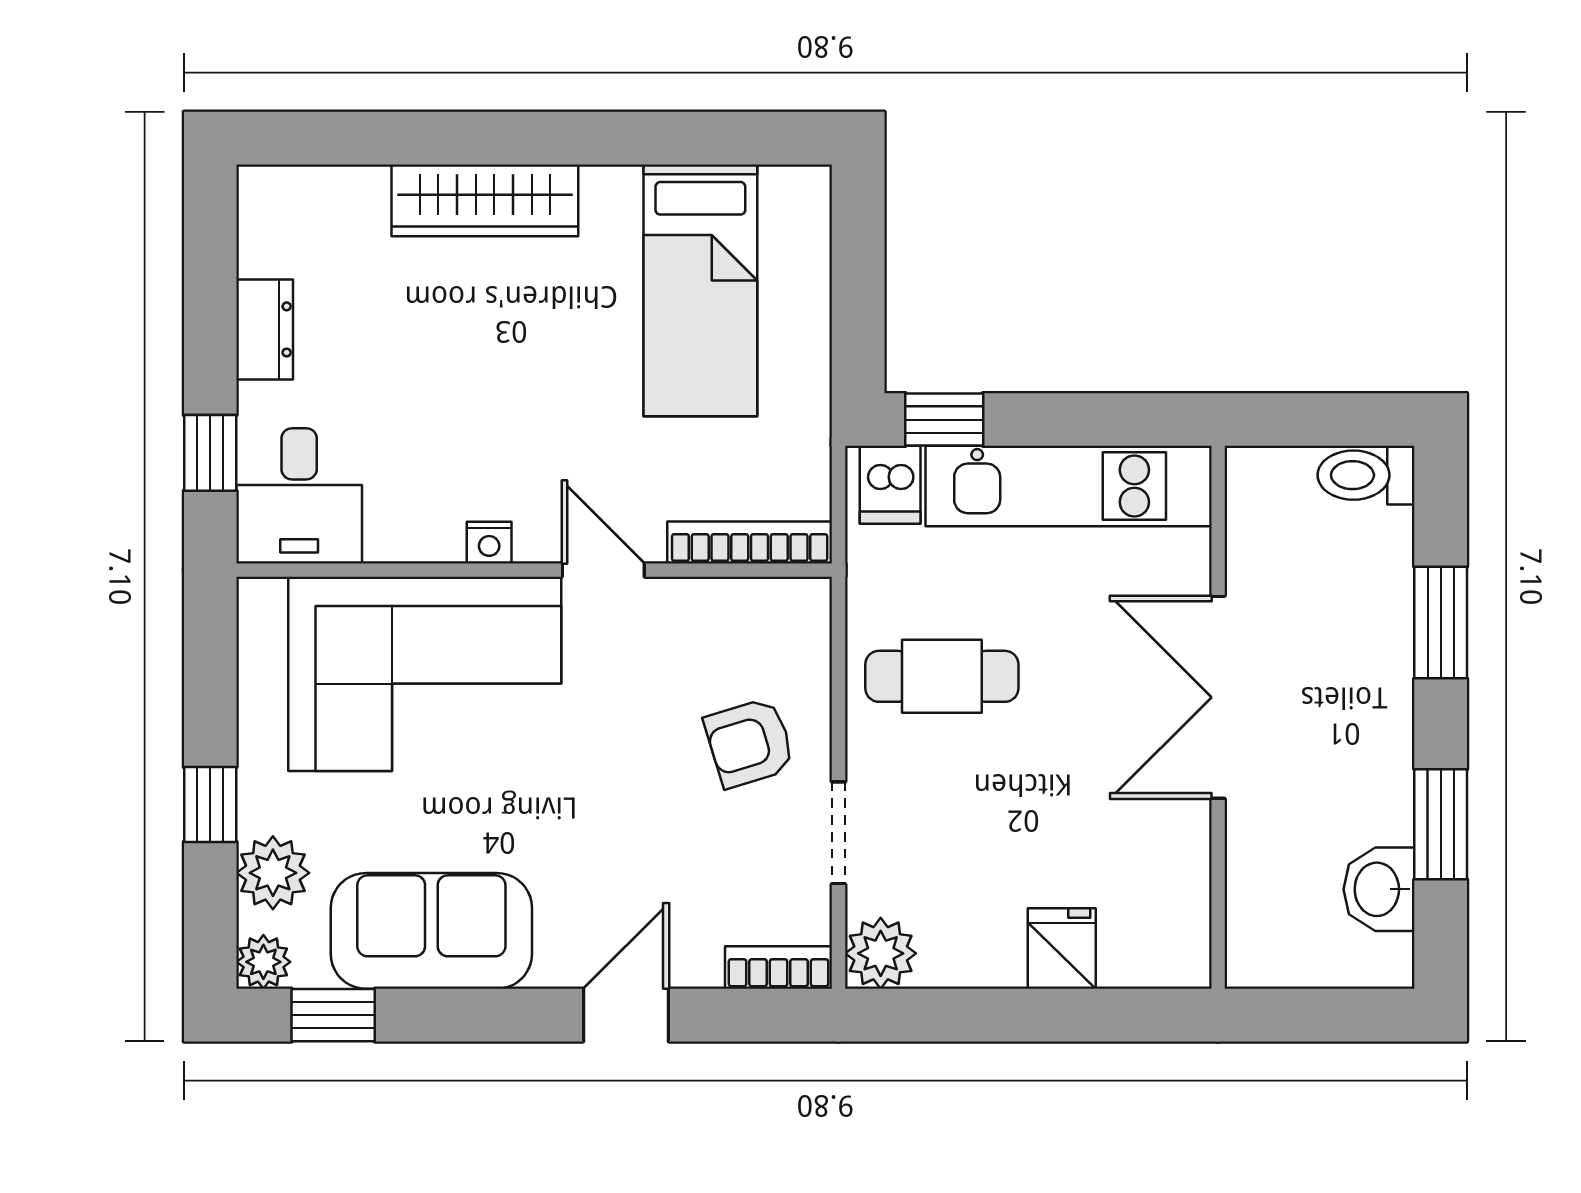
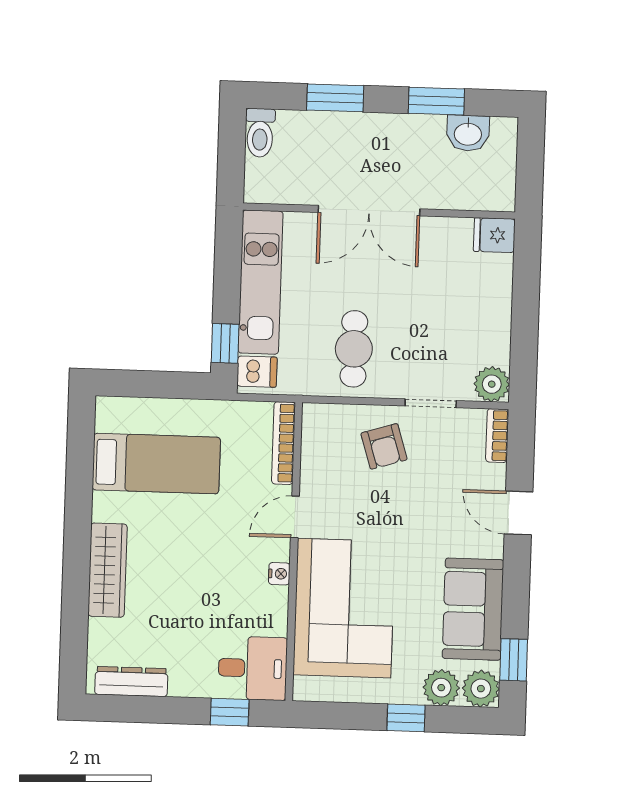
dresser: (265, 329) -> (131, 682), moved, width x1.44
fridge: (1062, 948) -> (494, 235), moved
plant: (263, 962) -> (481, 689), width x1.38, depth x1.38

